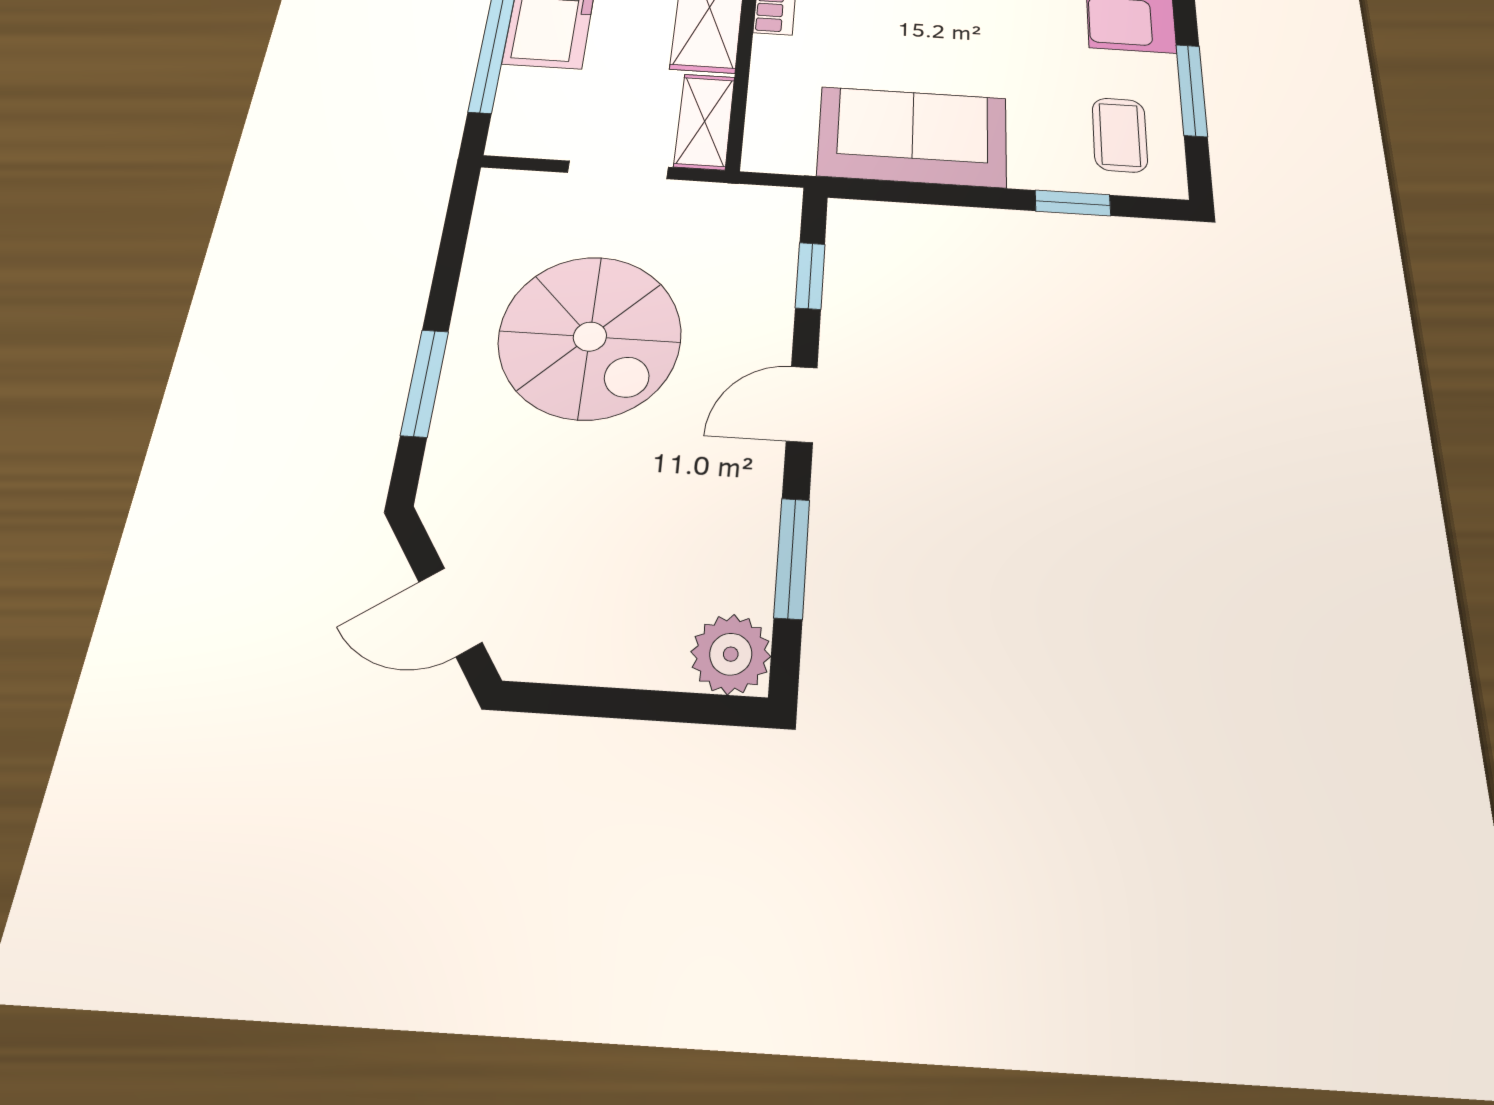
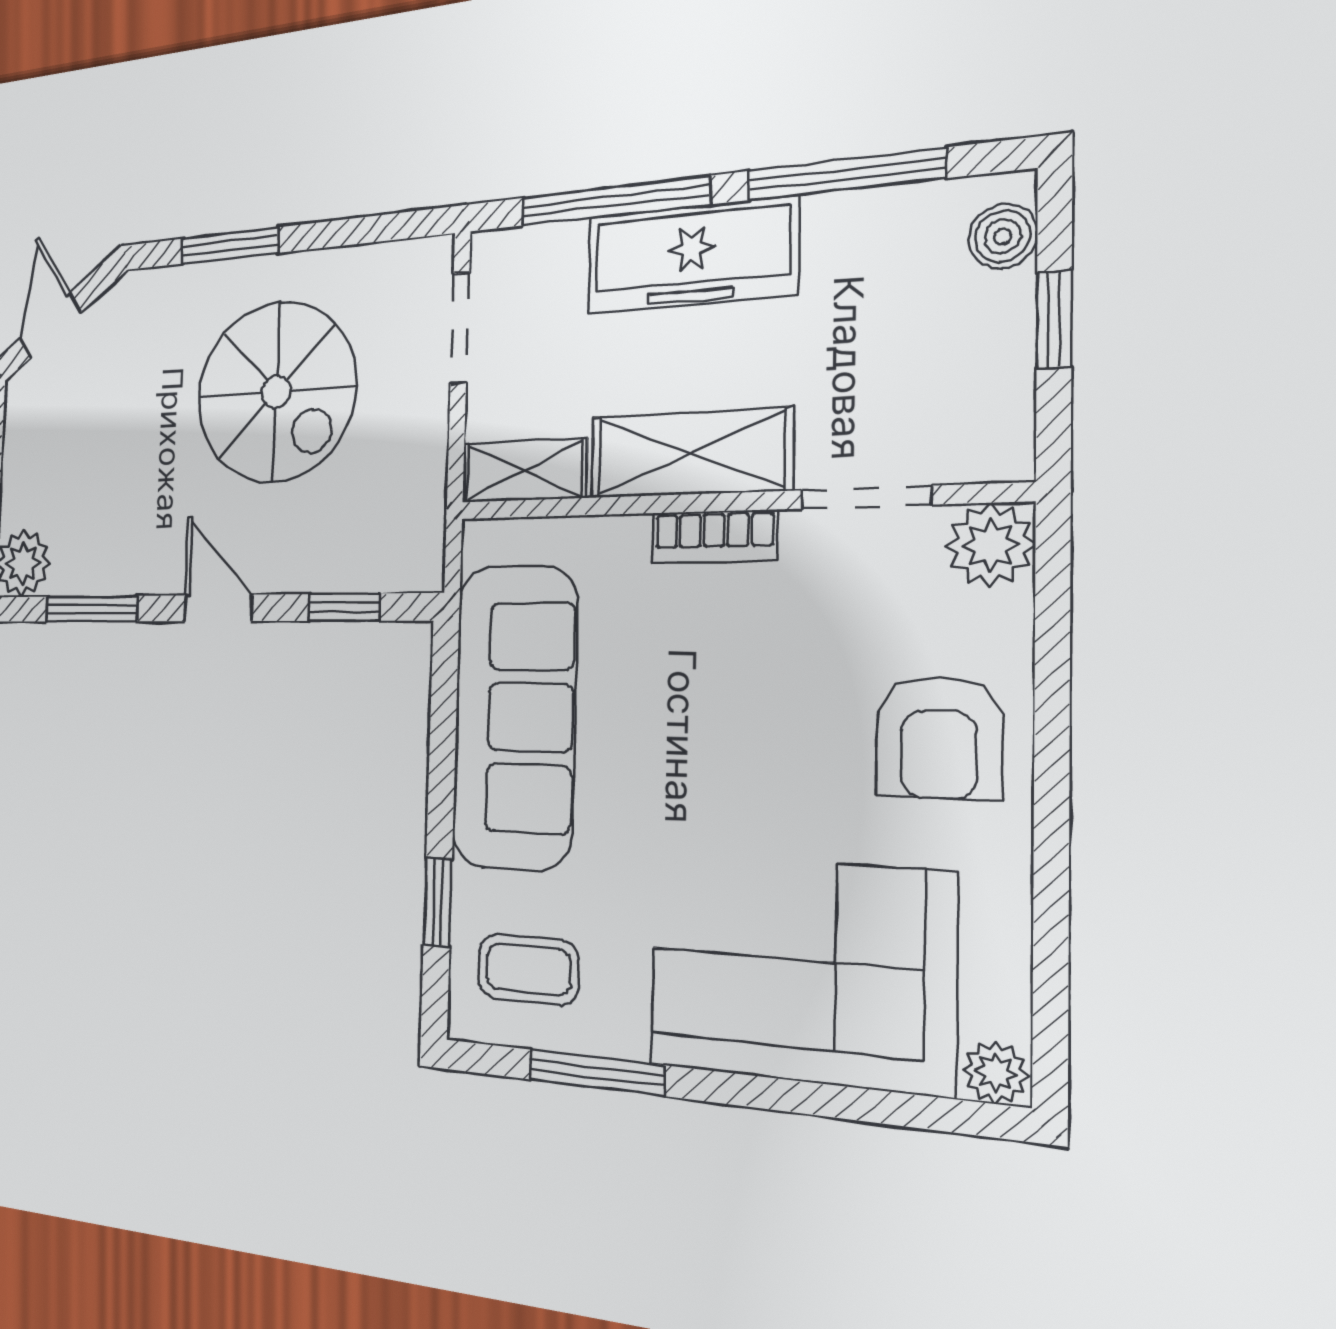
sofa: (913, 137) -> (515, 717), width x1.36
doorway: (618, 170) -> (460, 328), moved
spiral stairs: (590, 337) -> (276, 392), turned -90

